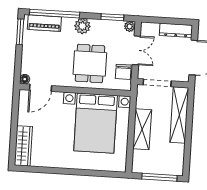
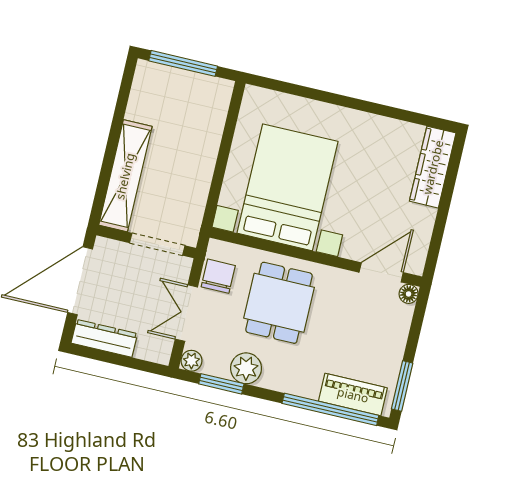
plant: (82, 26) -> (246, 368), moved
shelving: (142, 129) -> (201, 161), removed

